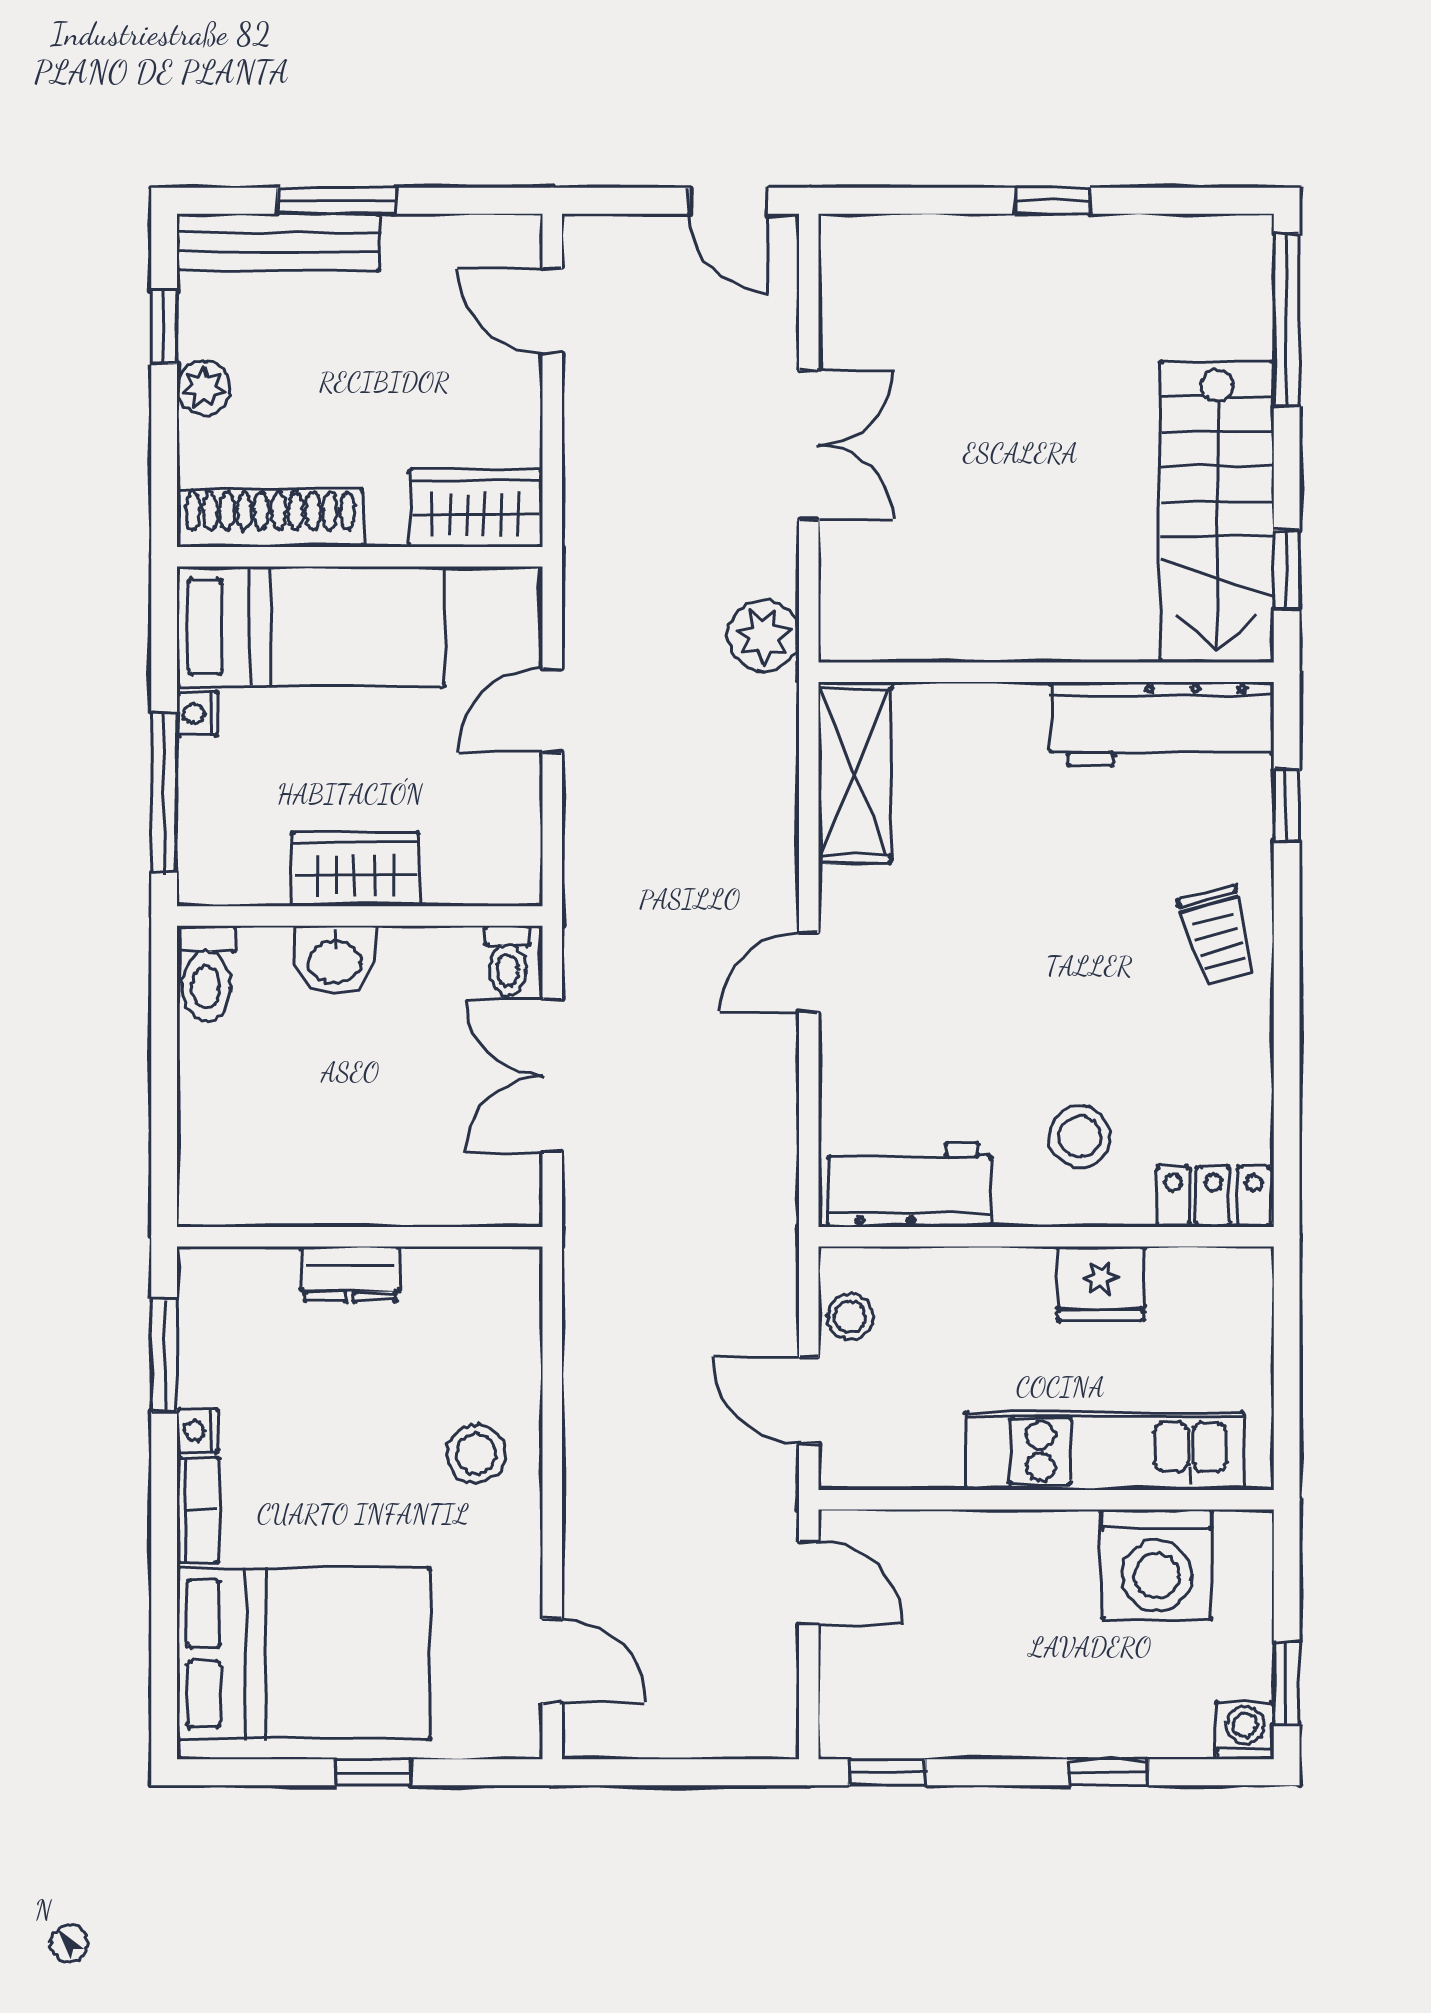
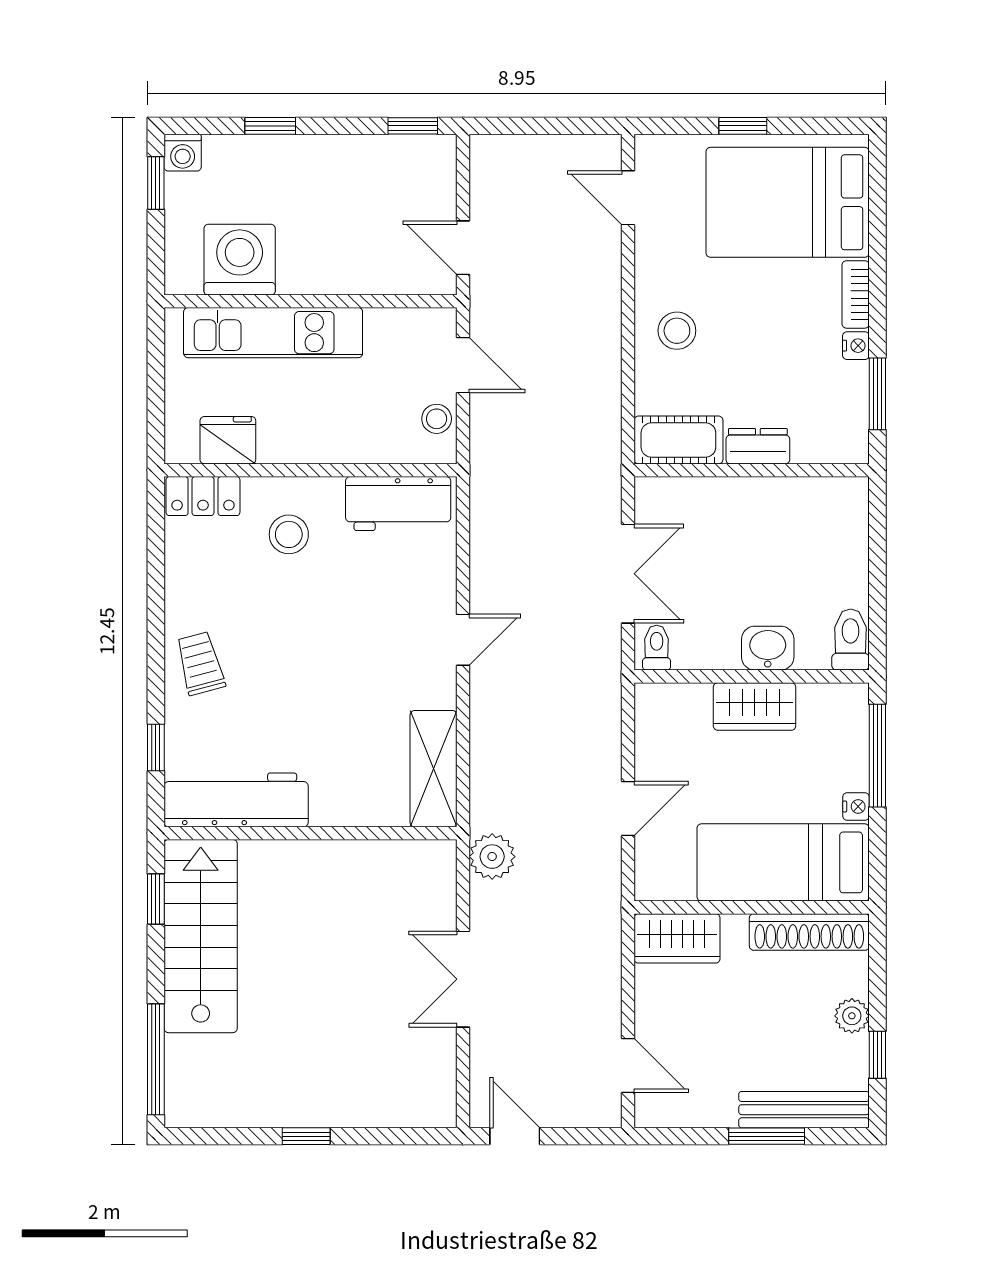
fridge: (1101, 1283) -> (228, 440), moved
cot: (474, 1284) -> (678, 440), added

